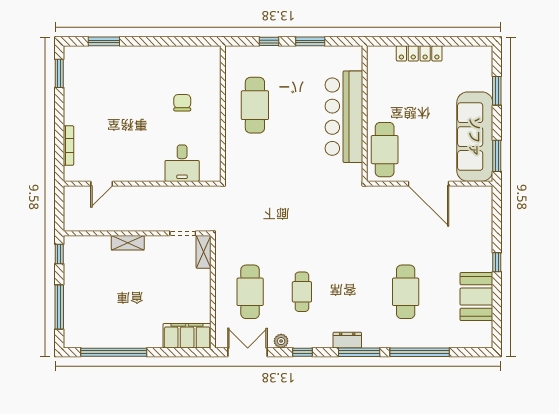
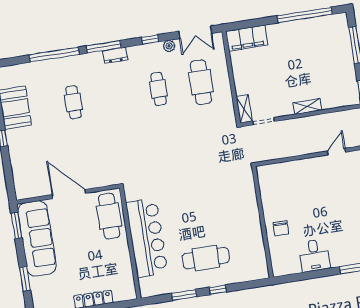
cafe table: (255, 105) -> (206, 258), moved, turned 90
wall: (223, 114) -> (263, 222), moved
desk: (182, 163) -> (314, 255), moved, turned 180
cafe table: (406, 292) -> (74, 102), width x0.73, depth x0.74

